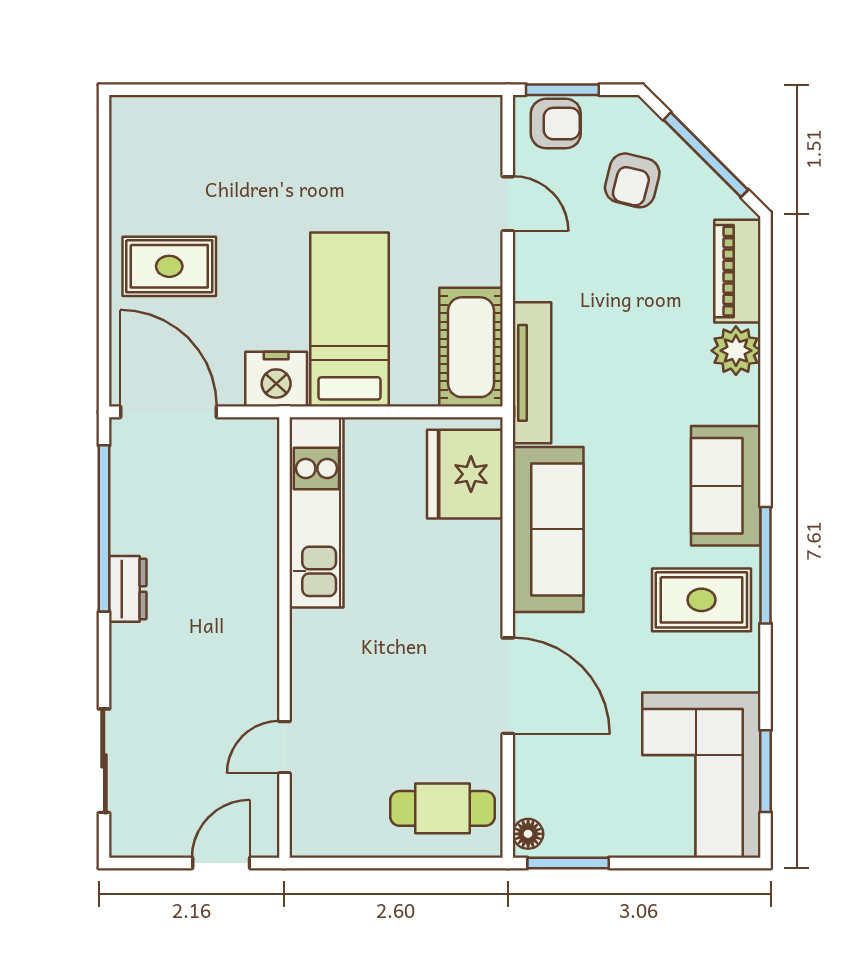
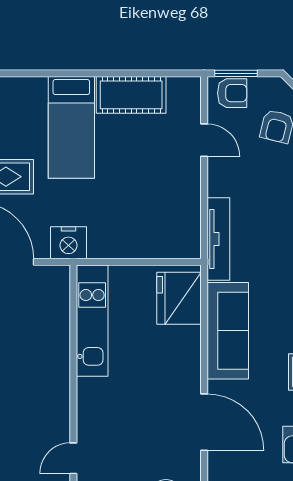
bed: (349, 320) -> (71, 127), moved, turned 180
cot: (471, 347) -> (131, 95), moved, turned 90

